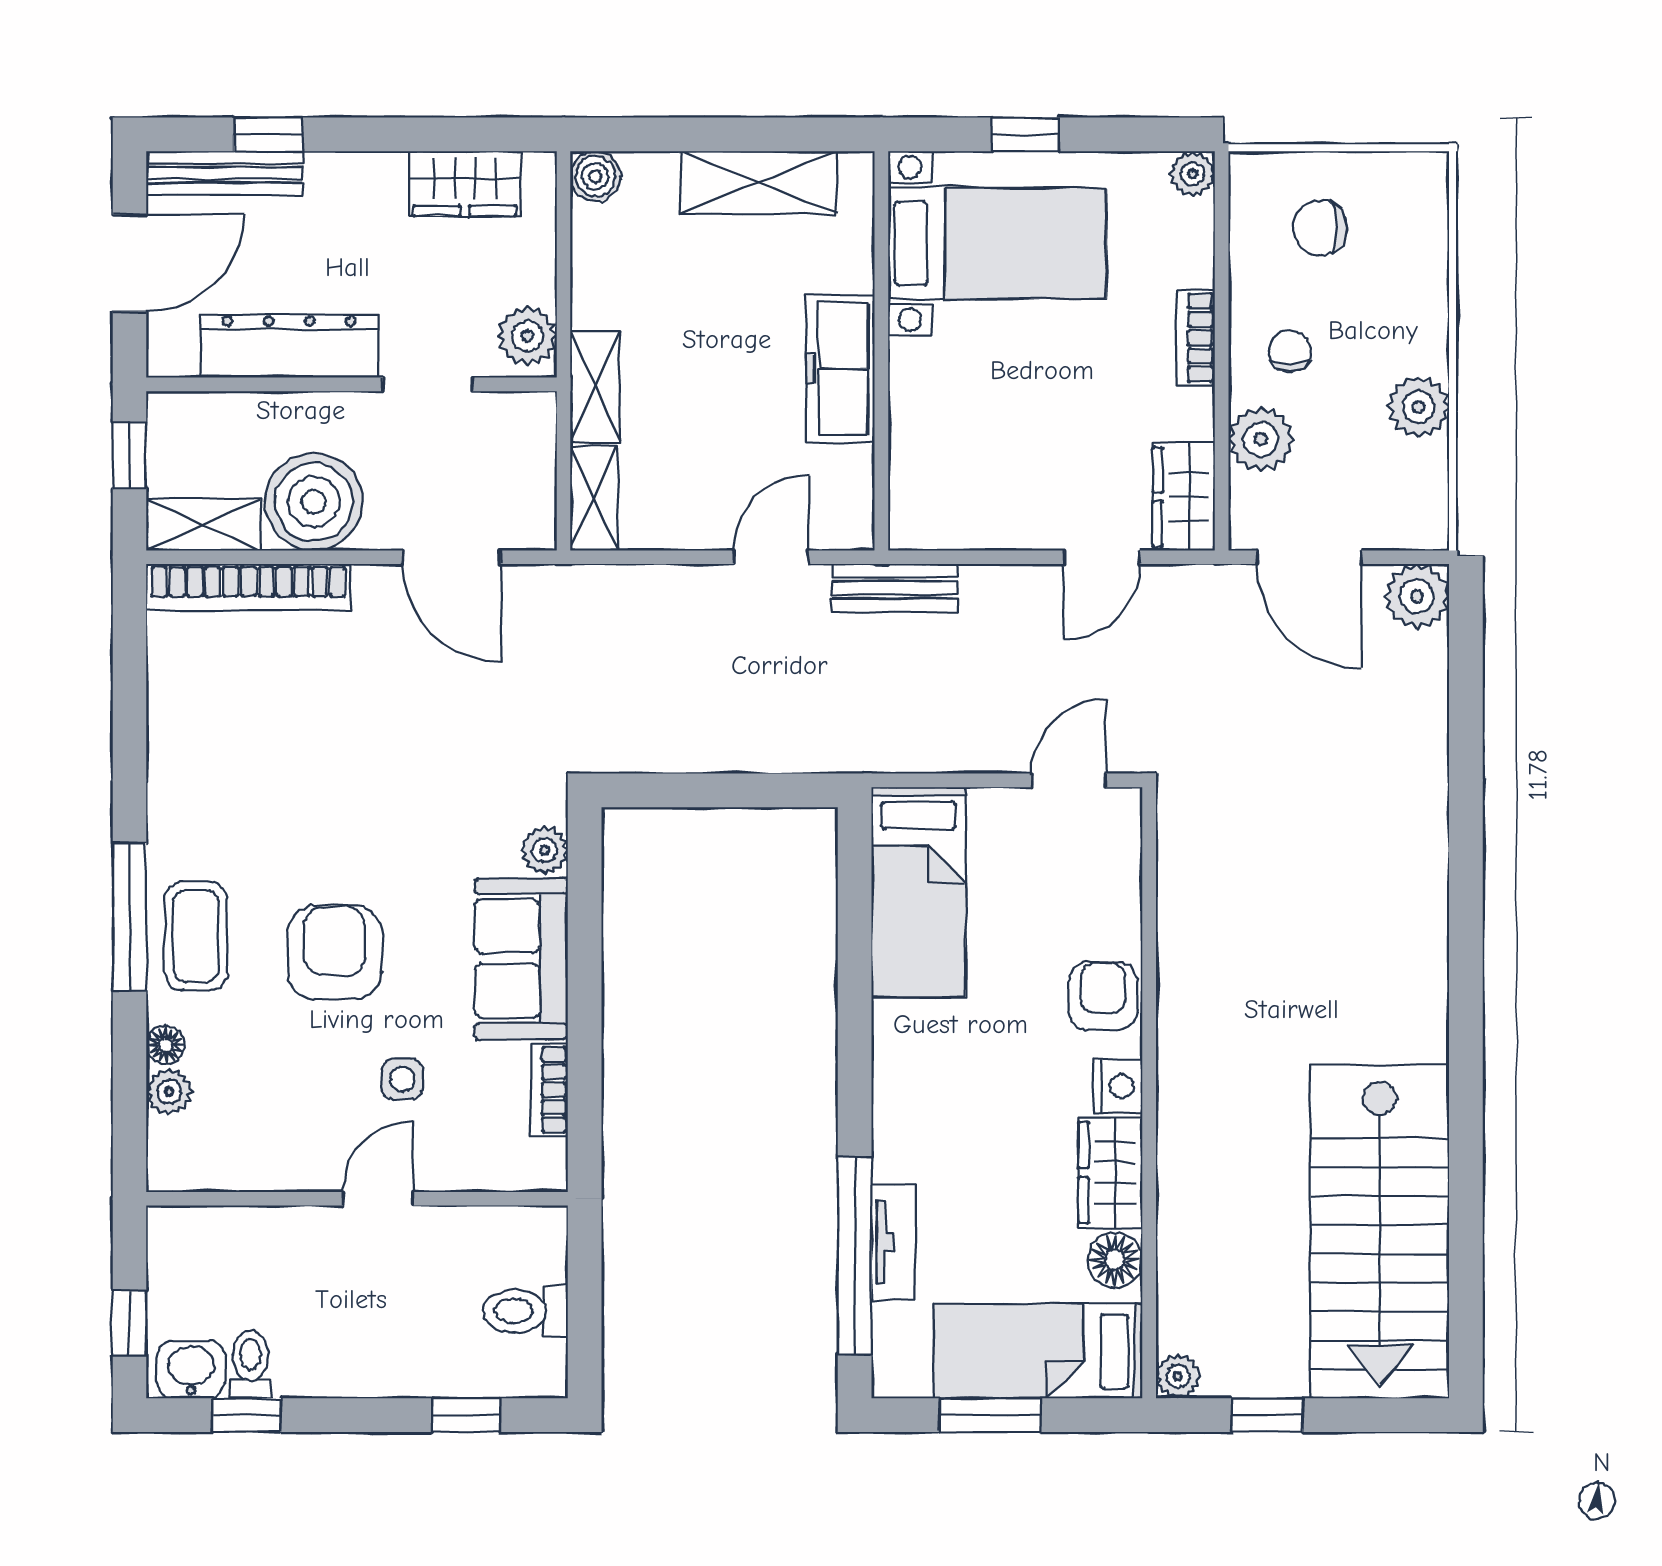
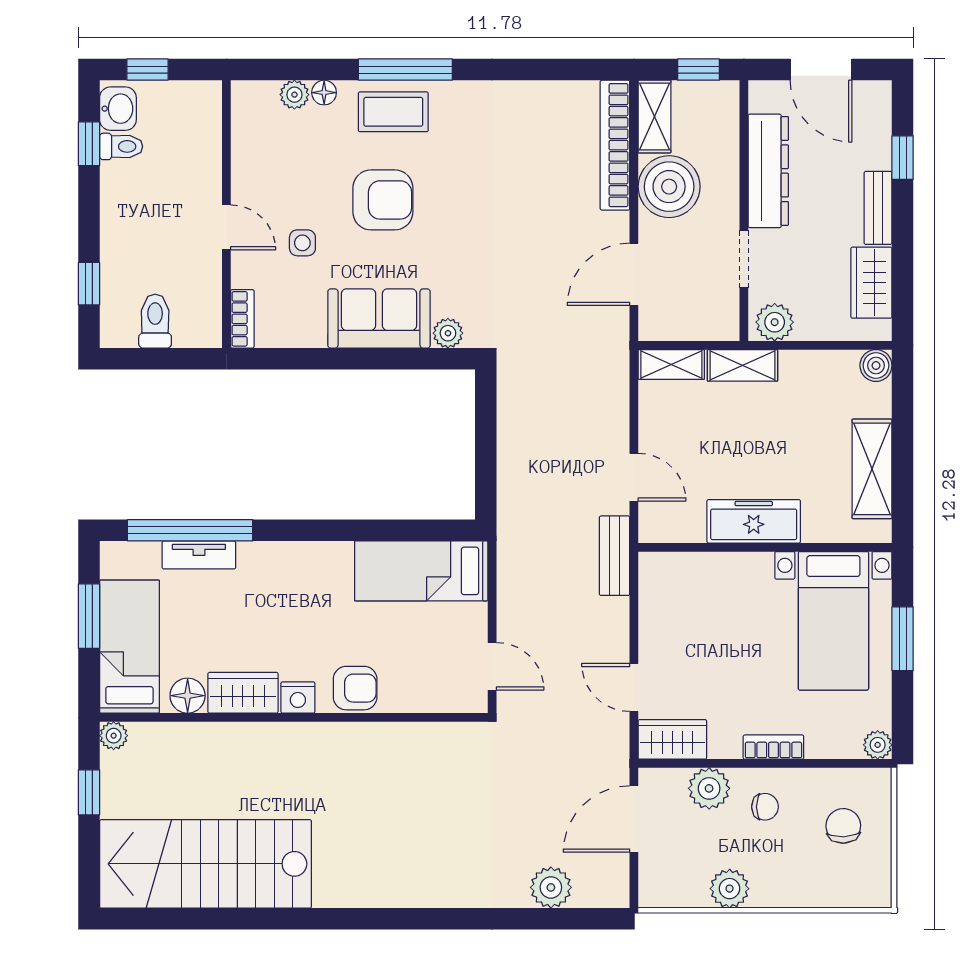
window: (1025, 134) -> (903, 639), width x1.50
bench: (225, 173) -> (878, 208), moved, width x0.73
plant: (1417, 596) -> (551, 887), moved
bookcase: (550, 1090) -> (242, 319), moved, turned 90

